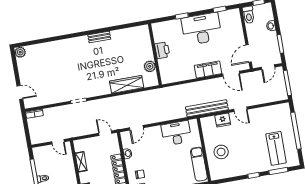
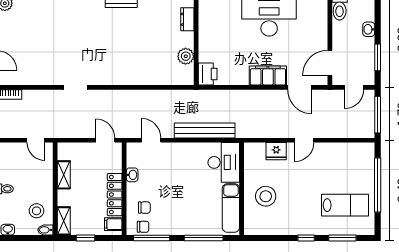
dresser: (146, 41) -> (187, 19), added
printer: (162, 50) -> (208, 74), moved
wardrobe: (127, 84) -> (148, 76), removed
bench: (207, 108) -> (205, 131), moved
door: (240, 109) -> (304, 140), hinge flipped
door: (136, 128) -> (151, 140), swing flipped
desk: (176, 133) -> (224, 162), moved, turned 90
lab bench: (276, 148) -> (345, 205), turned -90

